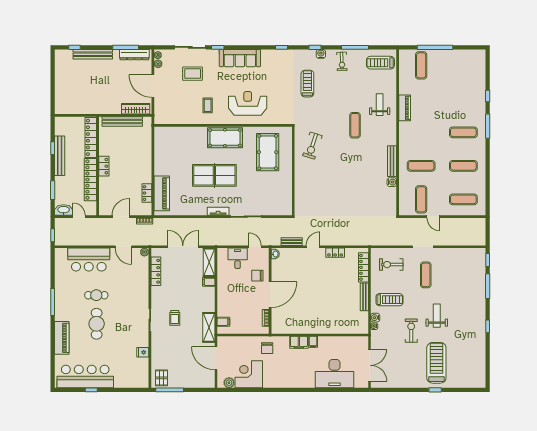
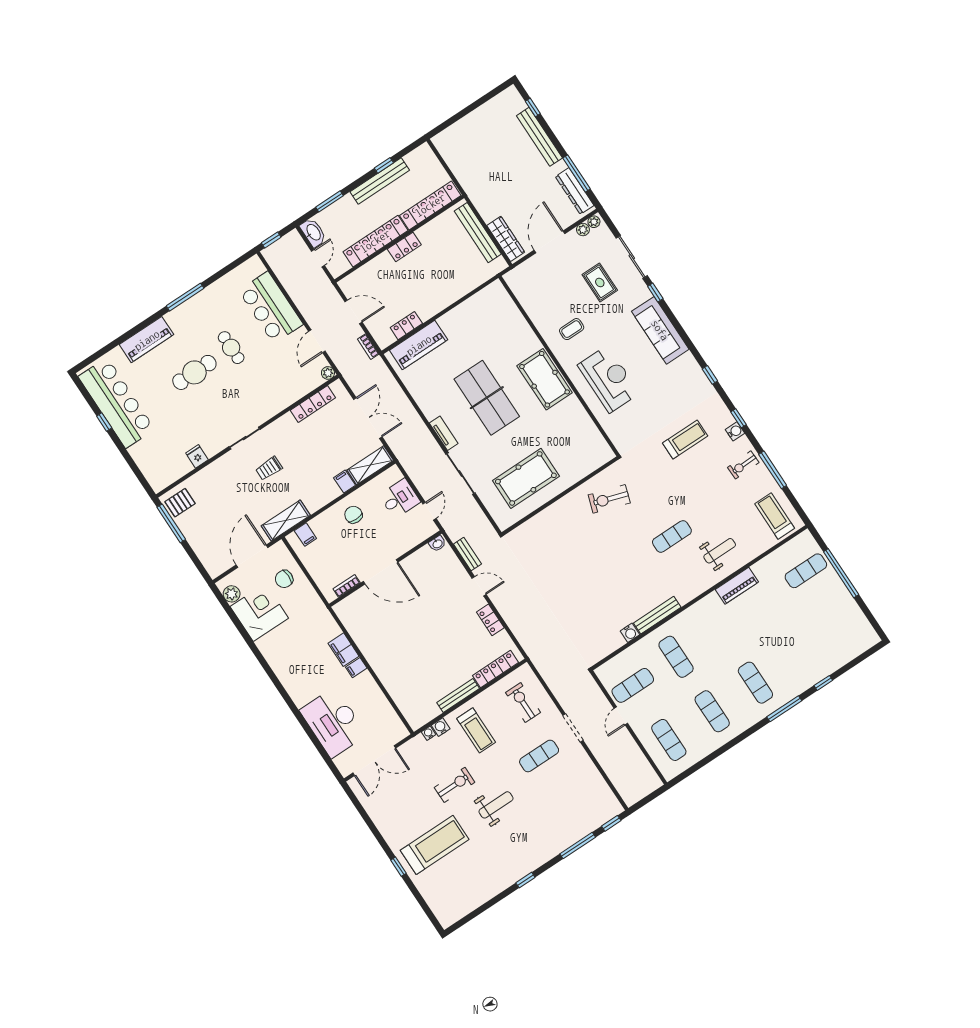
pool table: (268, 152) -> (526, 478), moved
chair: (257, 276) -> (353, 515), moved
chair: (267, 348) -> (284, 579), moved

